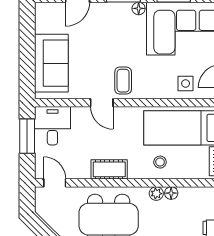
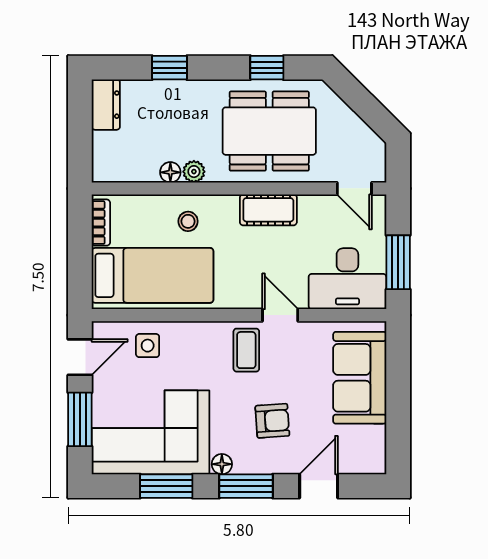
armchair: (107, 36) -> (272, 421), added
desk: (52, 126) -> (347, 279), width x1.37

